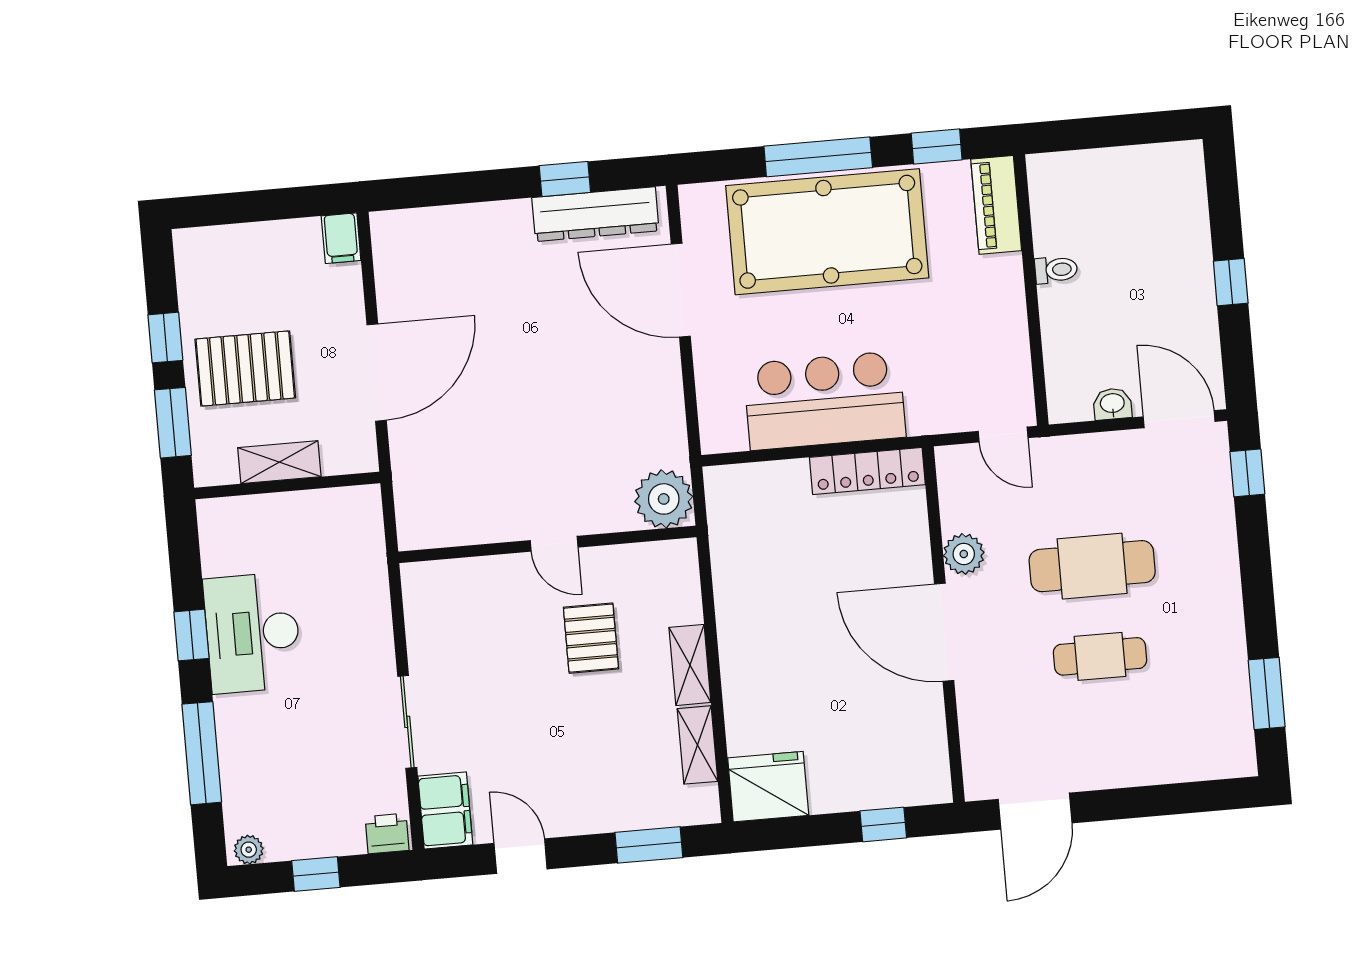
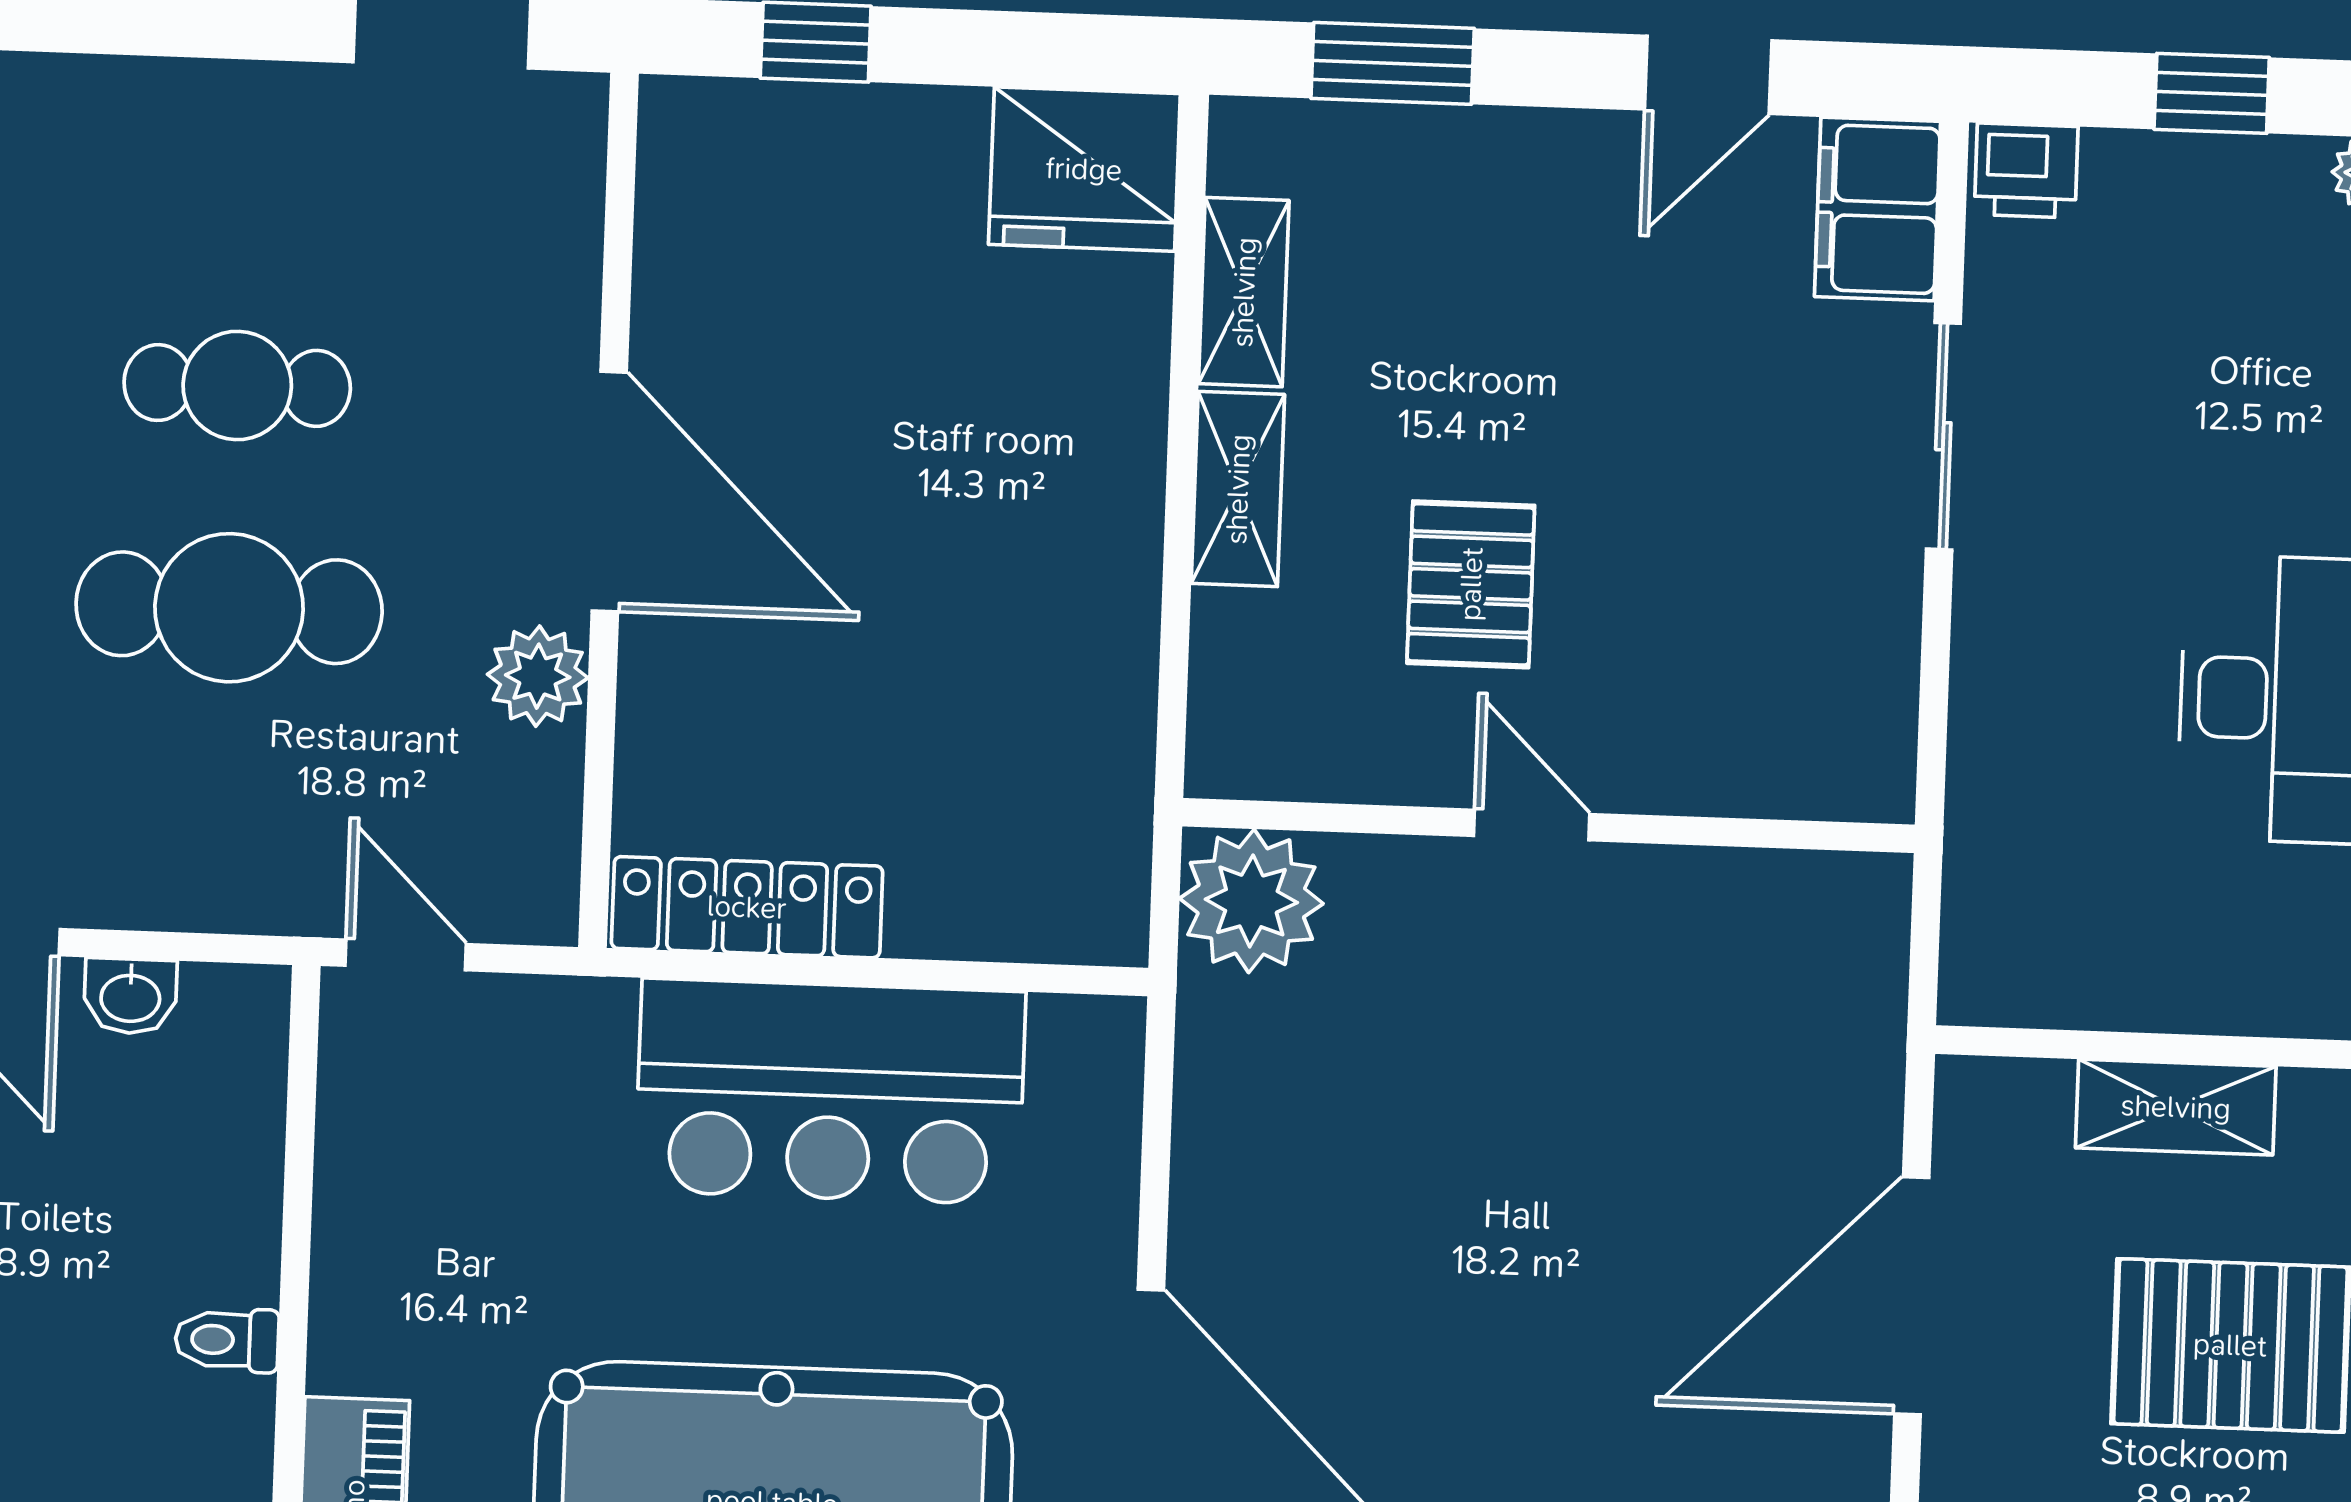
door: (521, 856) -> (1708, 75), hinge flipped

